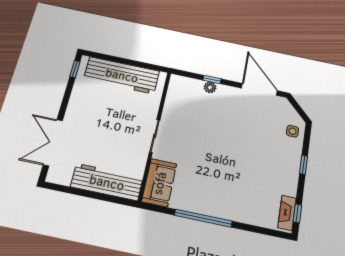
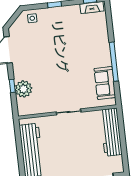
plant: (210, 87) -> (23, 89), width x1.88, depth x1.88
sofa: (159, 183) -> (105, 83), moved, turned -90

